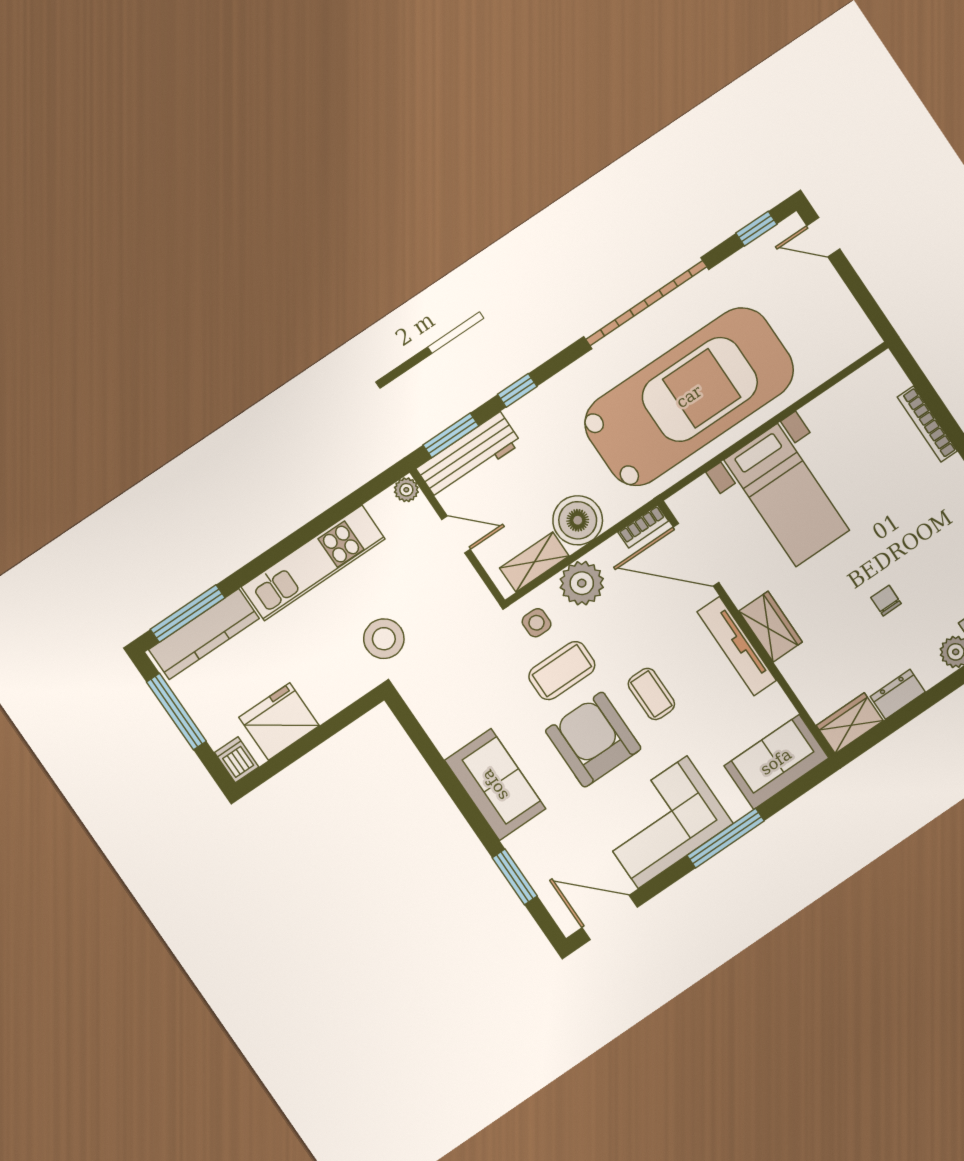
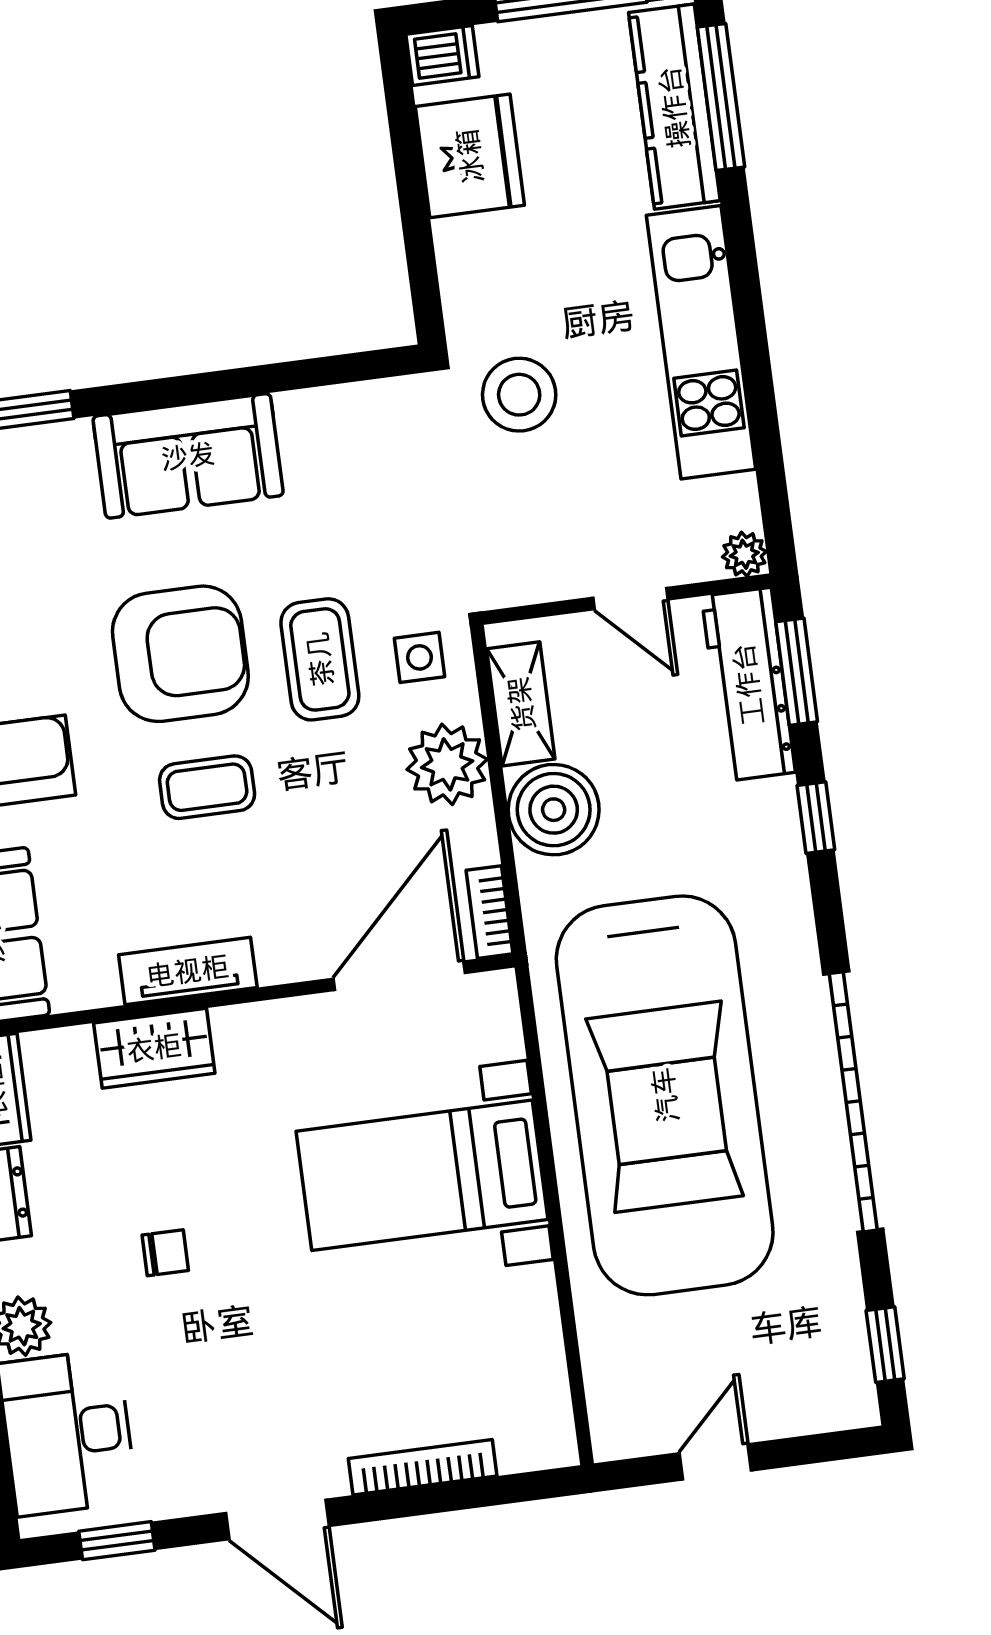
door: (823, 237) -> (715, 1462), moved
door: (456, 534) -> (630, 599), hinge flipped
wardrobe: (771, 627) -> (154, 1048), moved
tv unit: (737, 646) -> (188, 971), width x0.71

